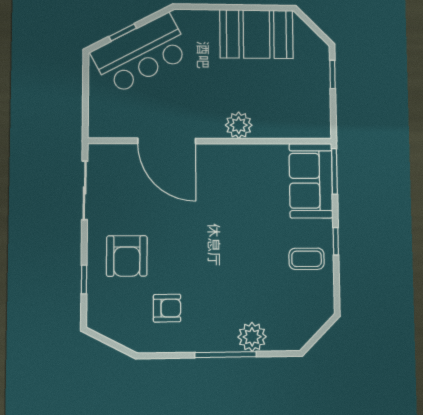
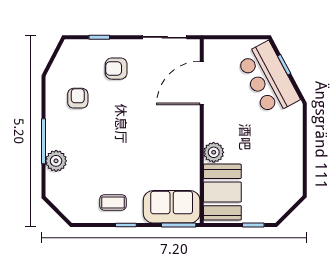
booth: (256, 34) -> (222, 192), moved
door: (167, 141) -> (202, 83), moved
armchair: (127, 256) -> (116, 69), width x0.72, depth x0.72
coffee table: (307, 259) -> (113, 202), turned 90
armchair: (167, 308) -> (78, 98), turned 180

